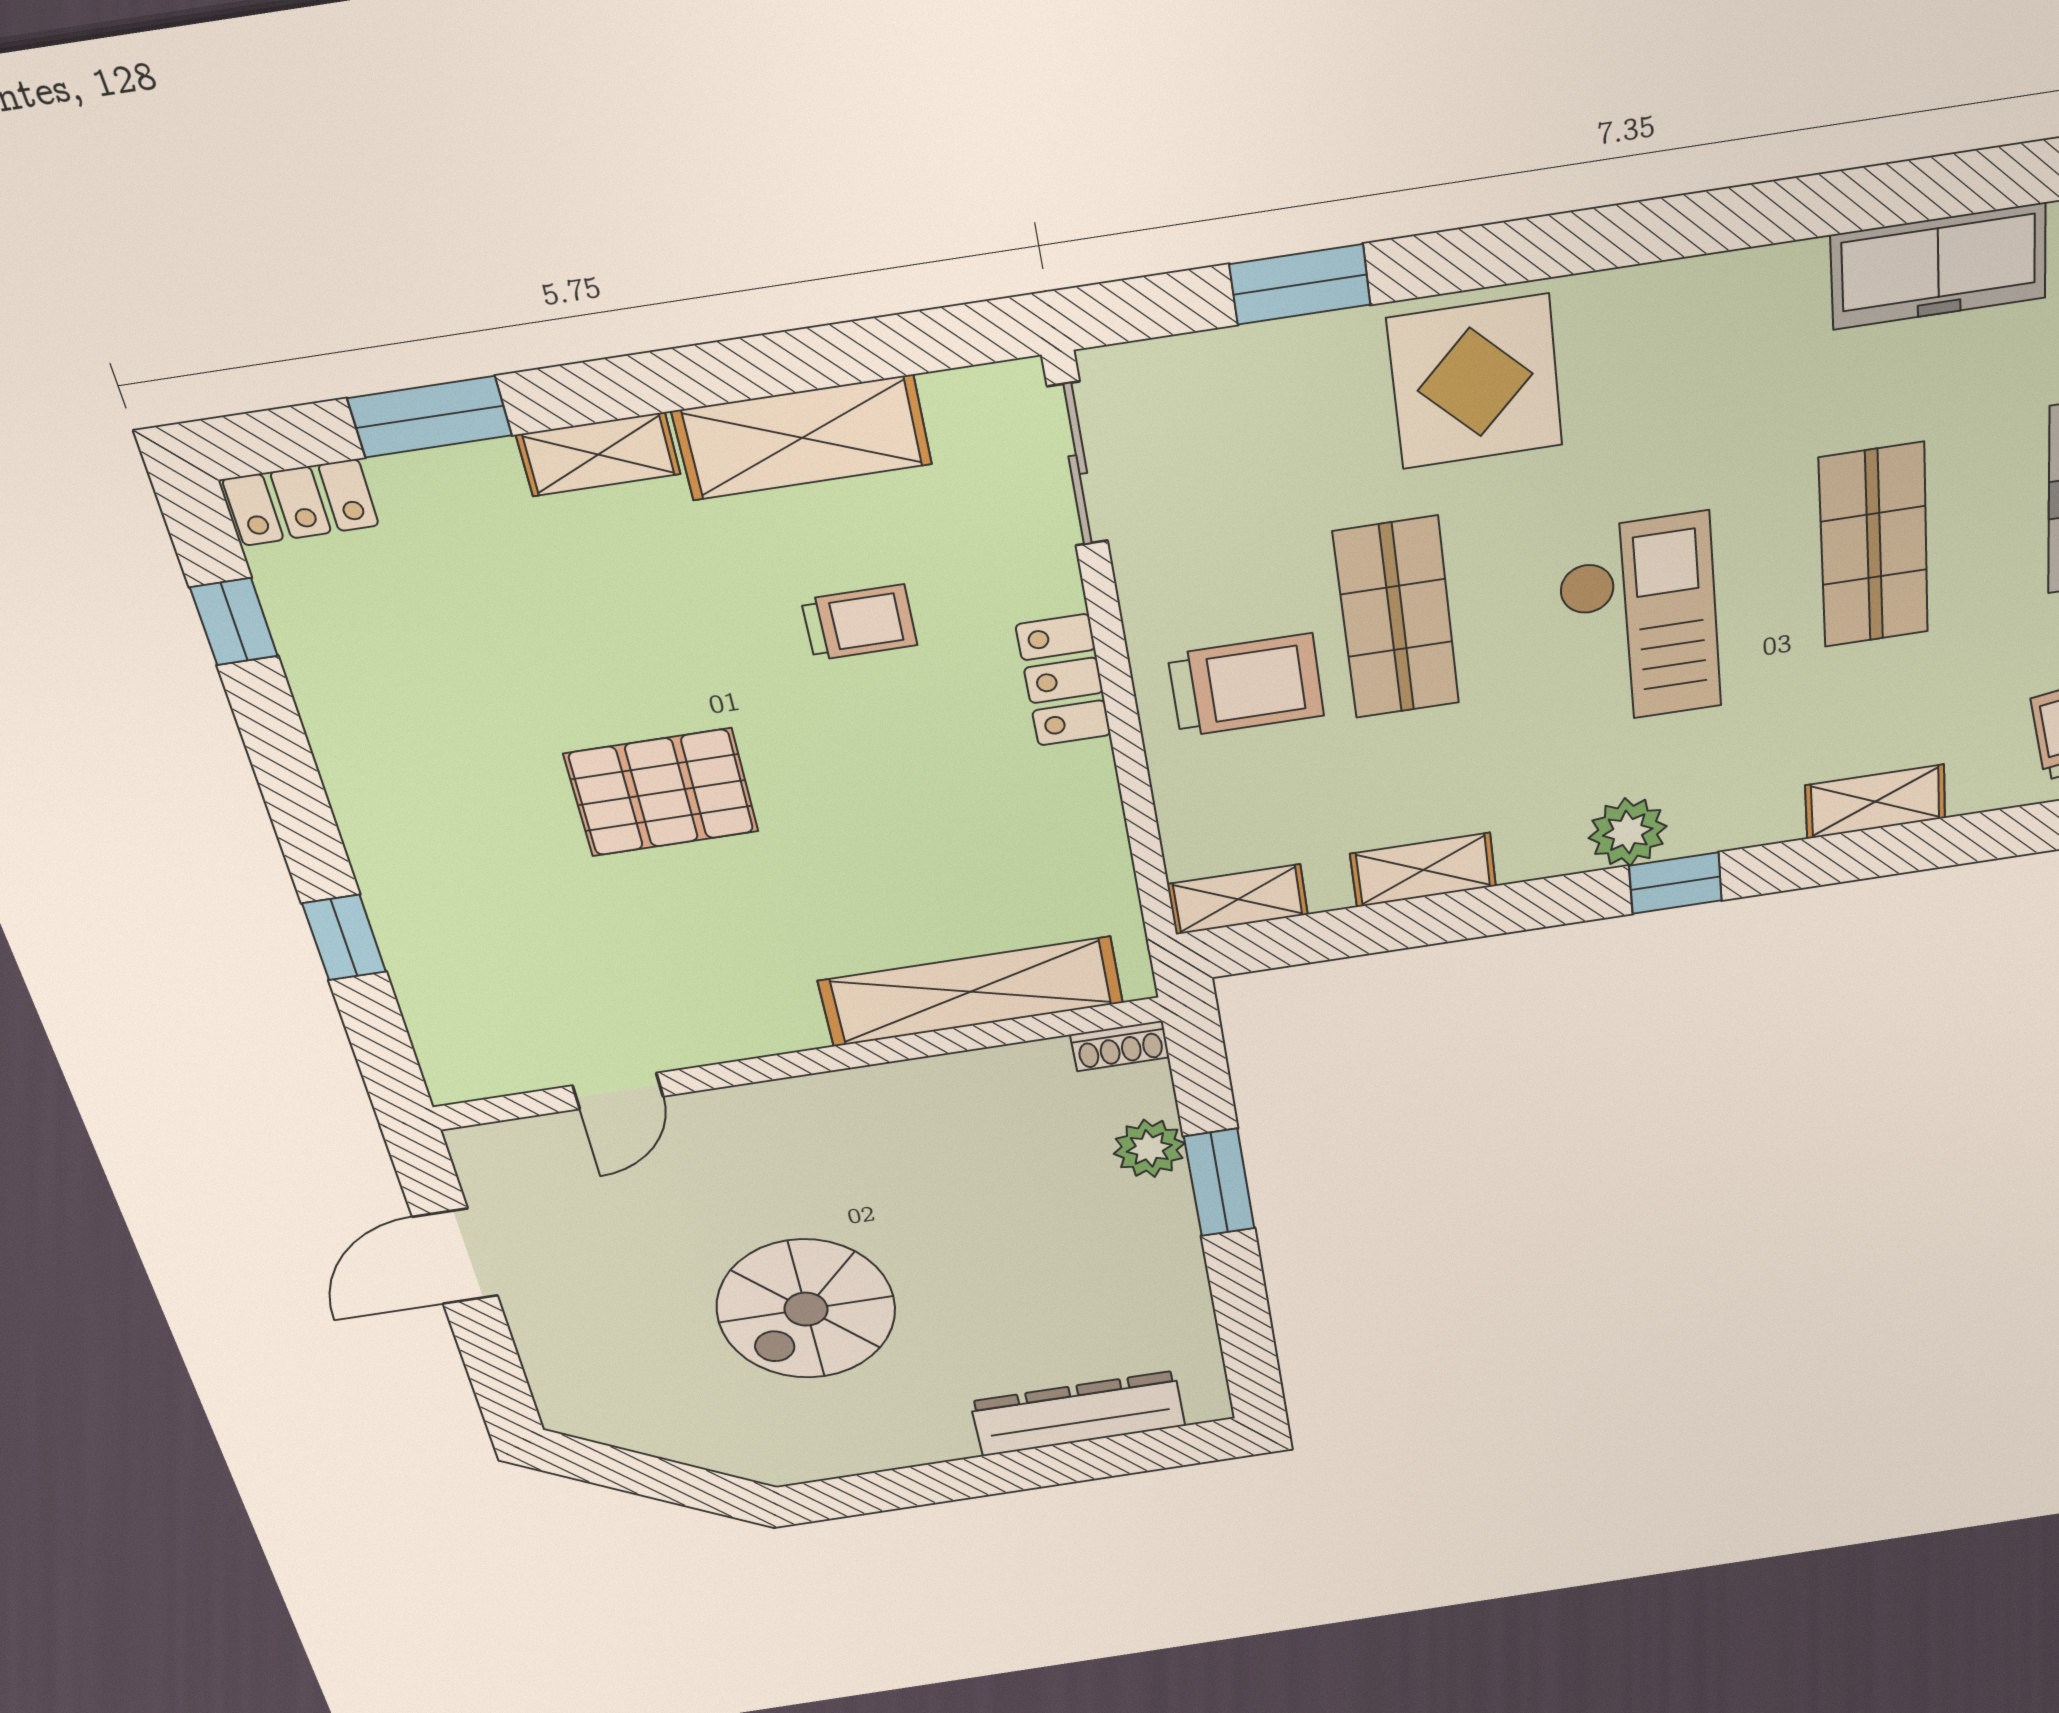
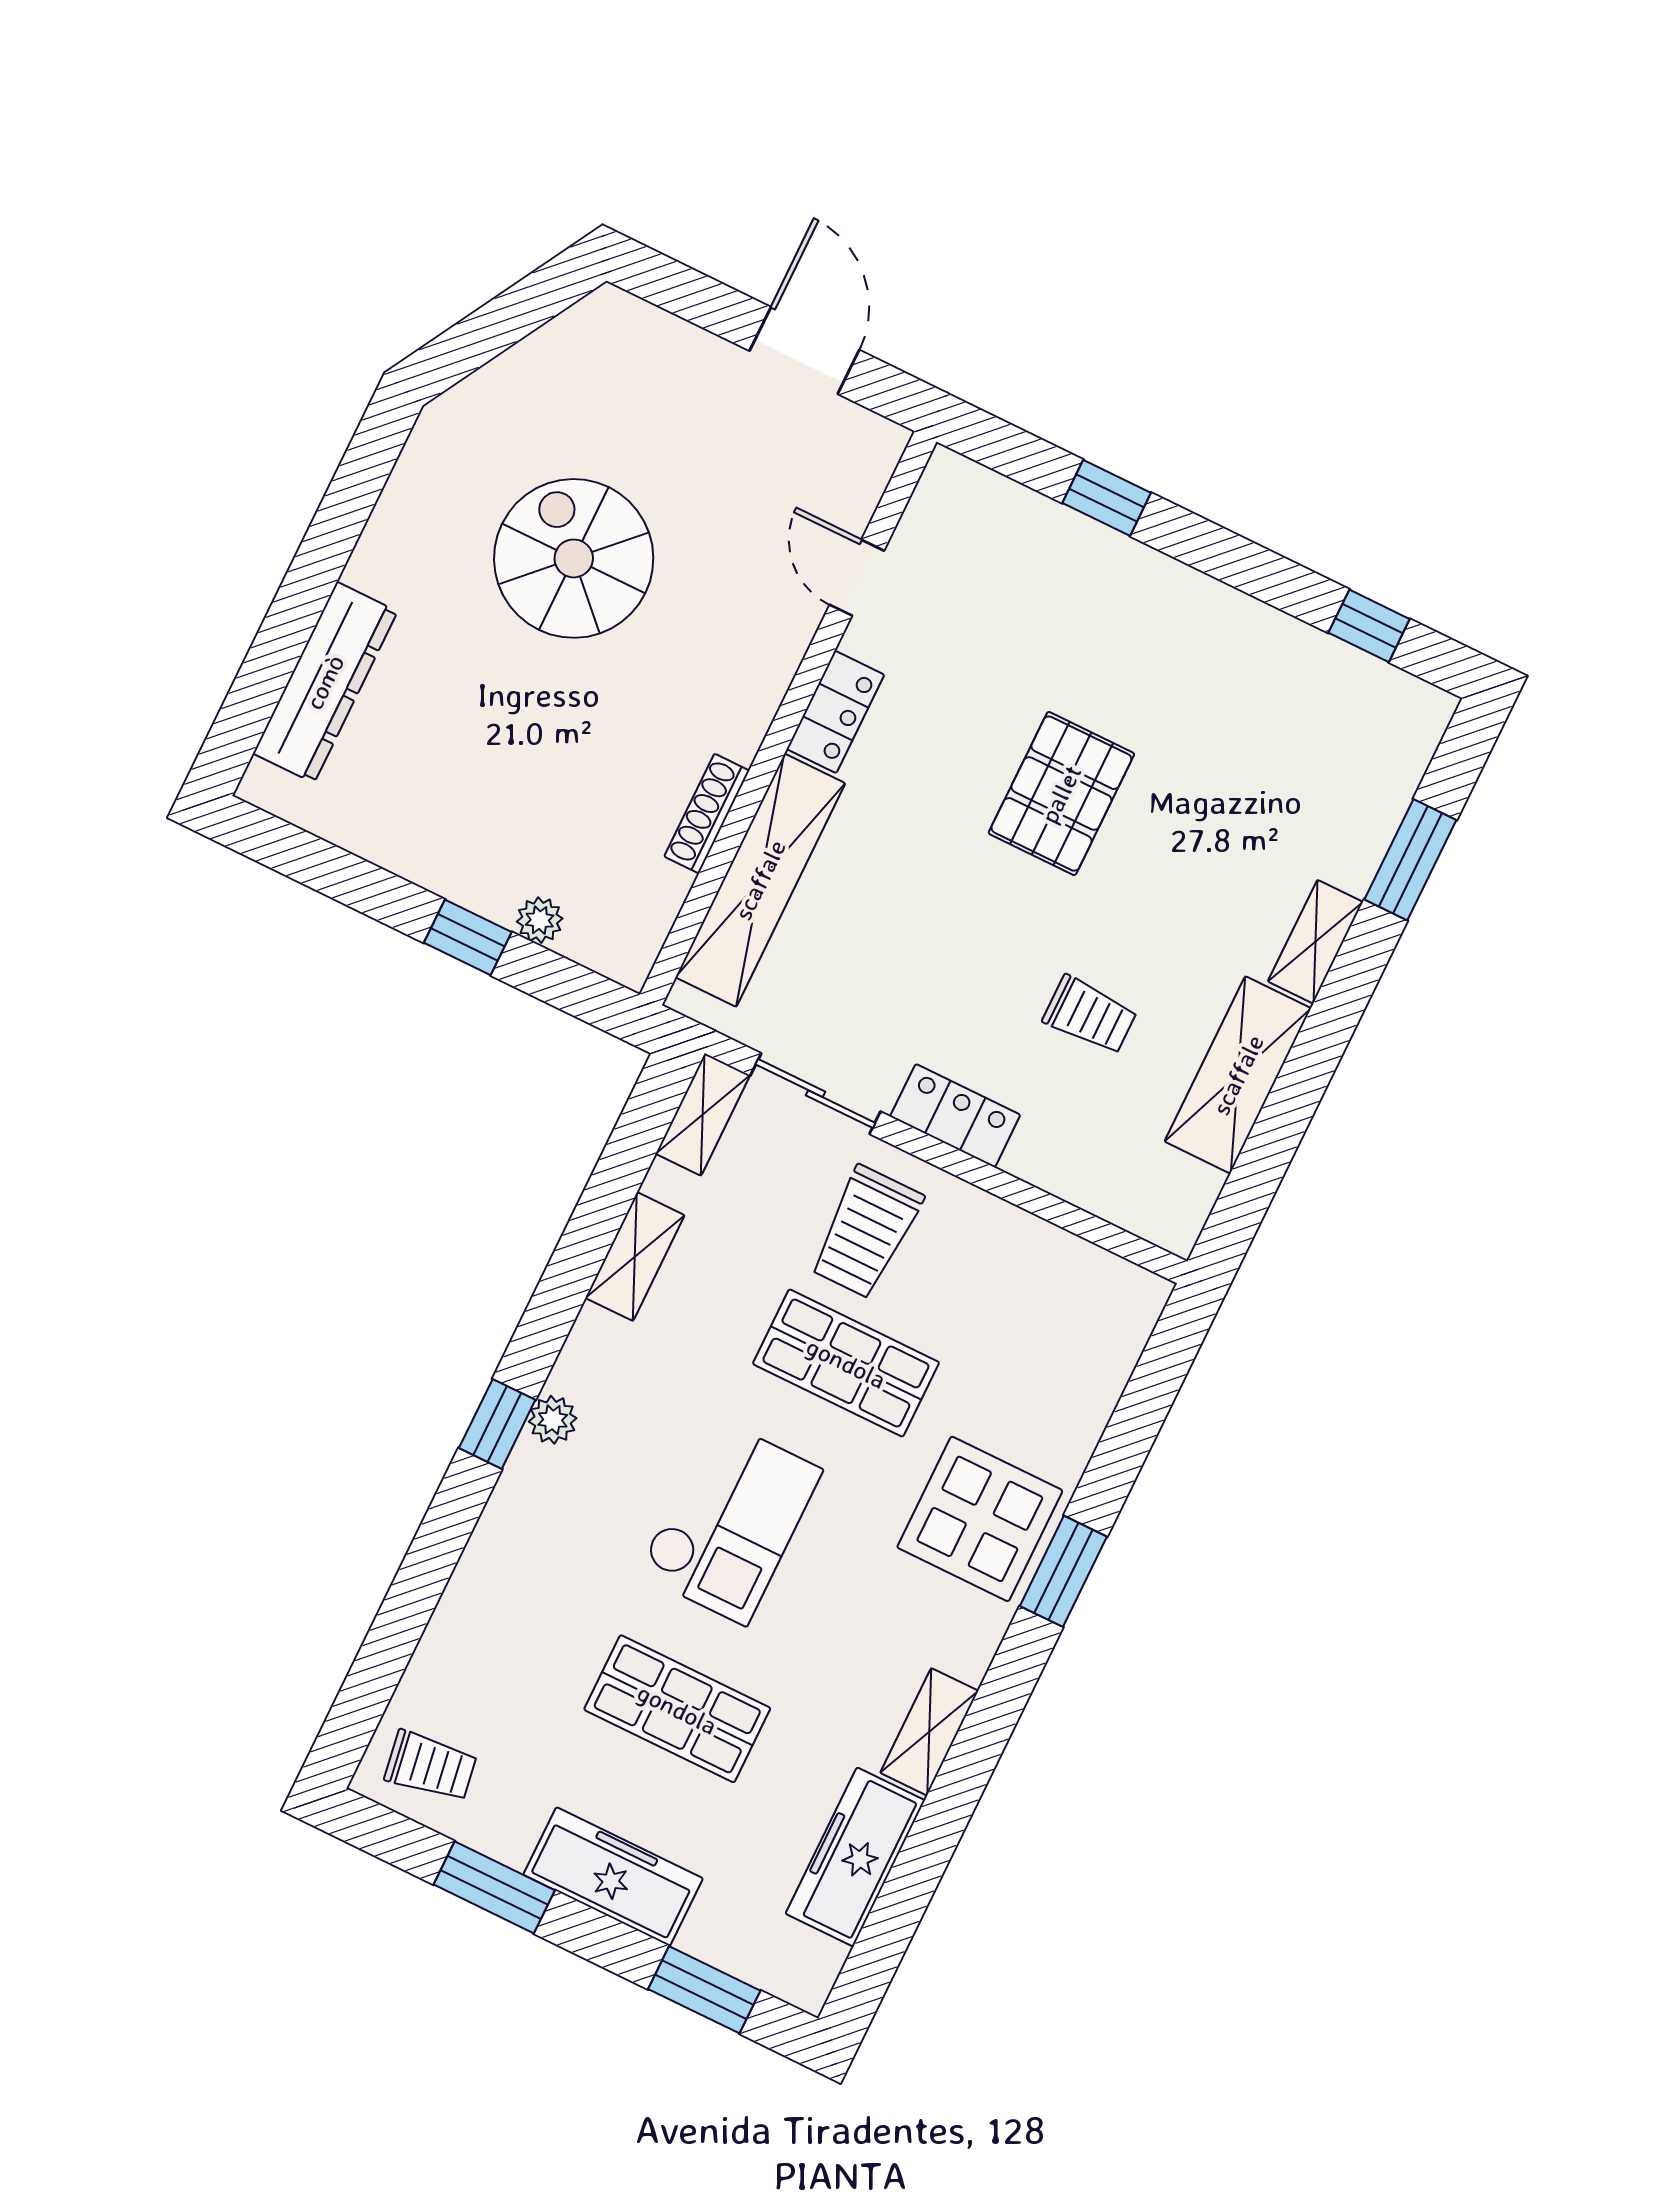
window: (1300, 284) -> (1063, 1571), moved
sliding door: (1078, 465) -> (815, 1094), moved
locker: (301, 502) -> (835, 712), moved, turned 180
checkout: (1639, 621) -> (730, 1521), turned -90
trolley: (859, 622) -> (1090, 1015), turned -90
shelving: (1875, 802) -> (929, 1732), moved
plant: (1628, 832) -> (553, 1420), width x0.73, depth x0.73
shoe rack: (1120, 1046) -> (707, 814), moved, width x1.43
plant: (1149, 1148) -> (540, 920), width x0.73, depth x0.73
window: (1219, 1183) -> (468, 937), width x0.67

